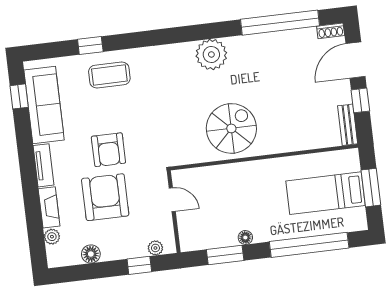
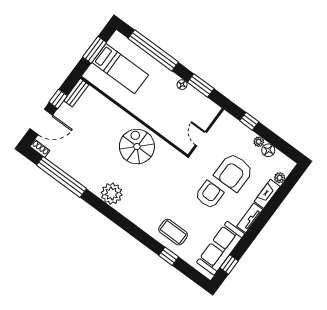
spiral stairs: (231, 128) -> (137, 147), turned 90
plant: (155, 248) -> (259, 142), moved

